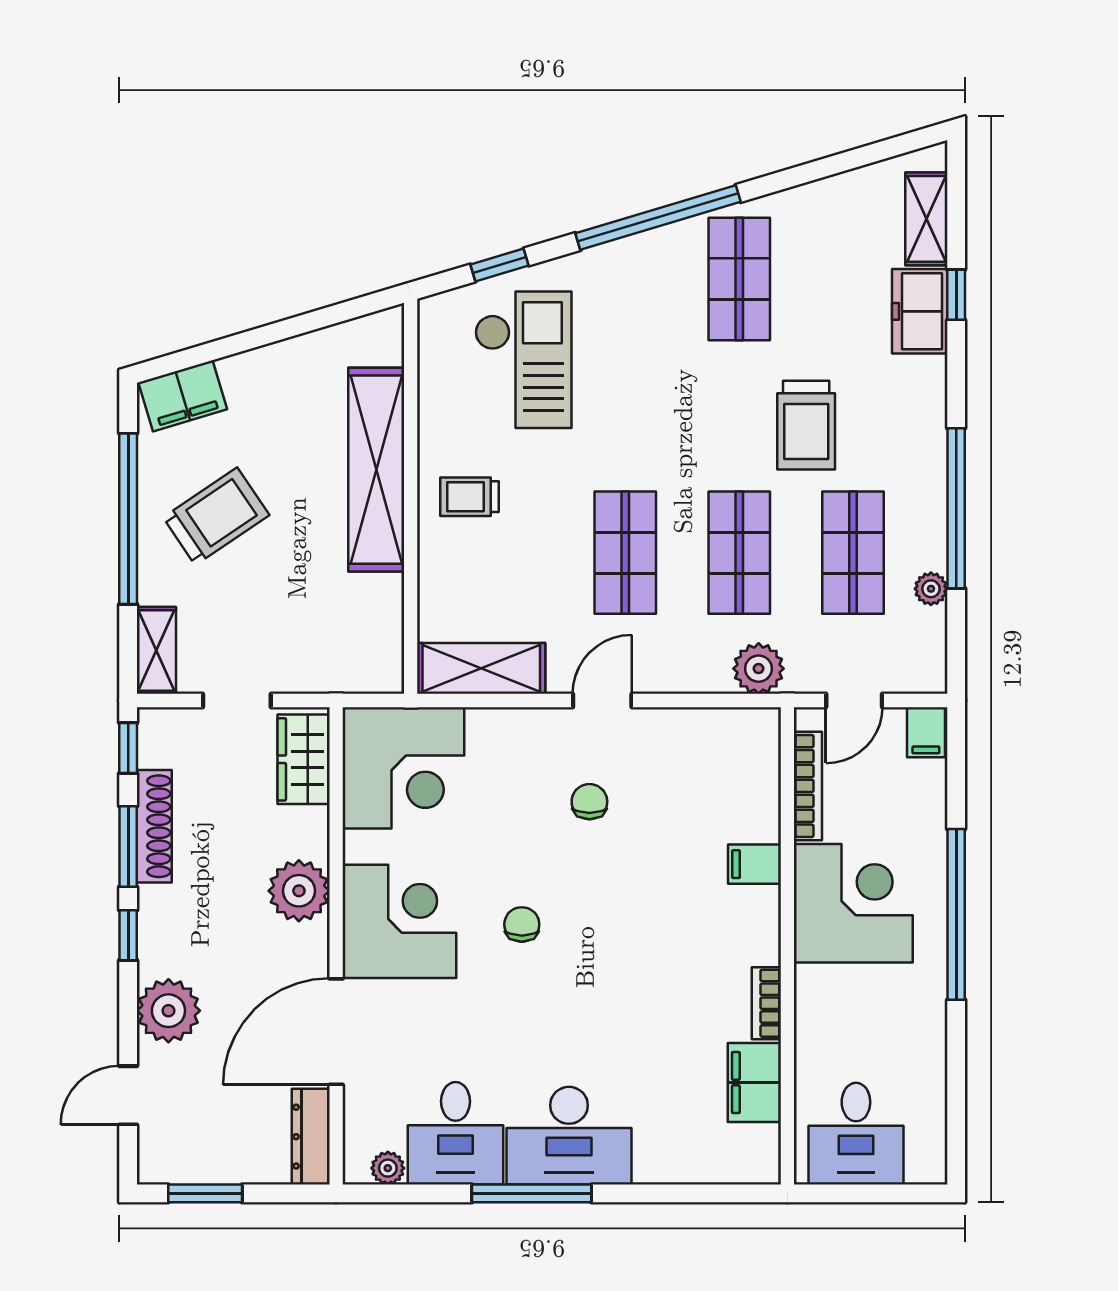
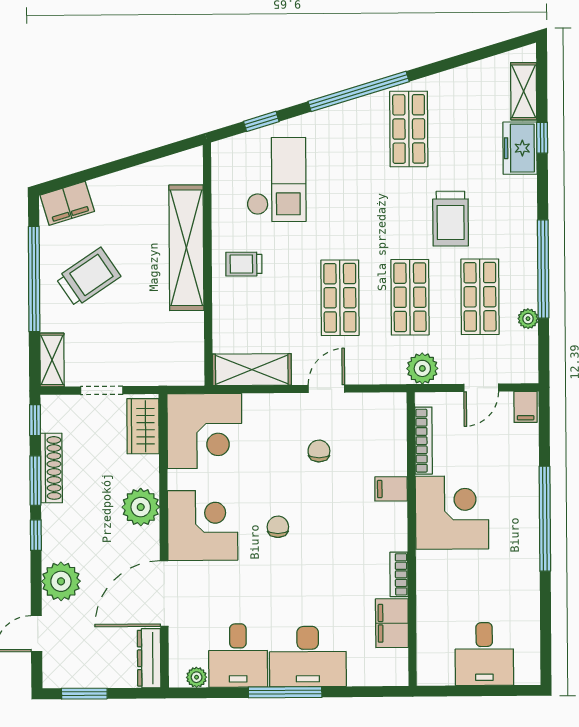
bookcase: (808, 786) -> (424, 441), moved
filing cabinet: (754, 864) -> (391, 489), moved
corner desk: (853, 903) -> (452, 513), moved
wall: (787, 946) -> (412, 539), moved
bookcase: (766, 1003) -> (399, 574), moved
filing cabinet: (754, 1083) -> (392, 623), moved

